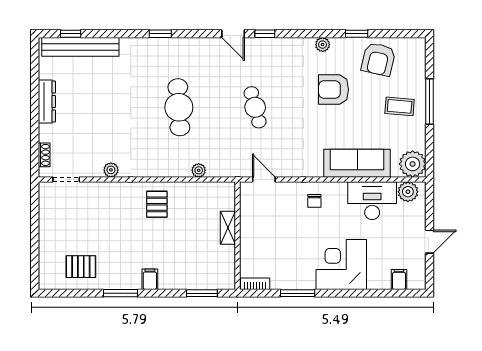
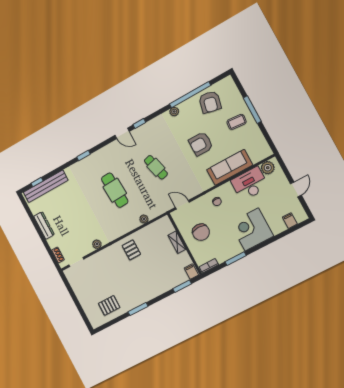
window: (357, 34) -> (190, 95), width x3.17
armchair: (334, 90) -> (201, 144), moved
plant: (413, 164) -> (262, 150), removed
chair: (269, 231) -> (201, 232), added
filing cabinet: (150, 279) -> (191, 272), moved

